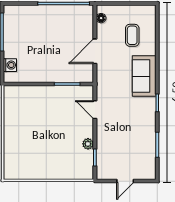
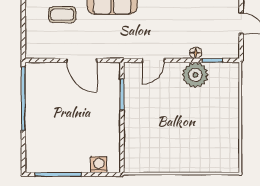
floor lamp: (101, 18) -> (196, 53), moved
plant: (88, 144) -> (195, 75), width x1.87, depth x1.87

